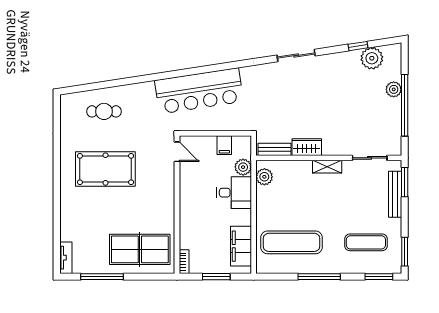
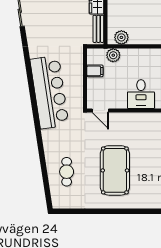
door: (177, 152) -> (100, 111), swing flipped
desk: (234, 193) -> (141, 94), moved, turned 180

